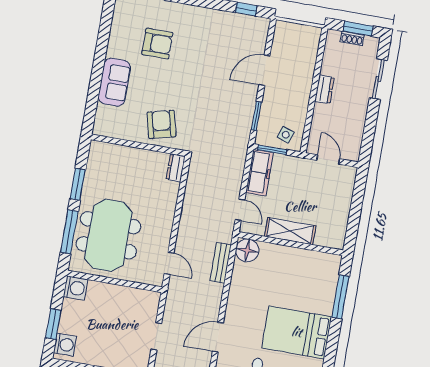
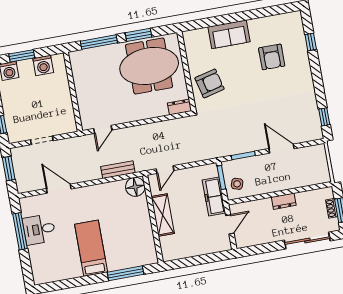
sliding door: (378, 79) -> (307, 241), width x1.37
freezer: (260, 173) -> (214, 197), moved, turned 90
meeting table: (108, 235) -> (149, 66), moved
washing machine: (76, 288) -> (43, 65), moved
bed: (297, 332) -> (91, 248), width x0.67

